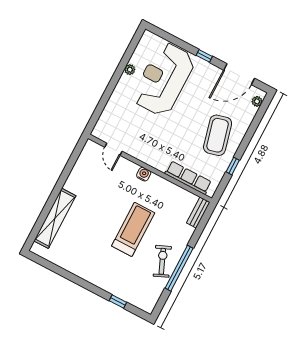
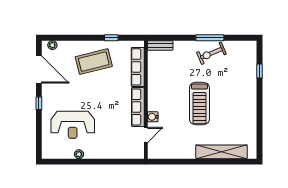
reception desk: (164, 79) -> (73, 125), width x0.74, depth x0.77
row of seats: (147, 156) -> (138, 107), added
water cooler: (144, 174) -> (153, 117), moved
treadmill: (133, 229) -> (199, 104), moved, turned -90
window: (179, 268) -> (210, 38), width x0.68

